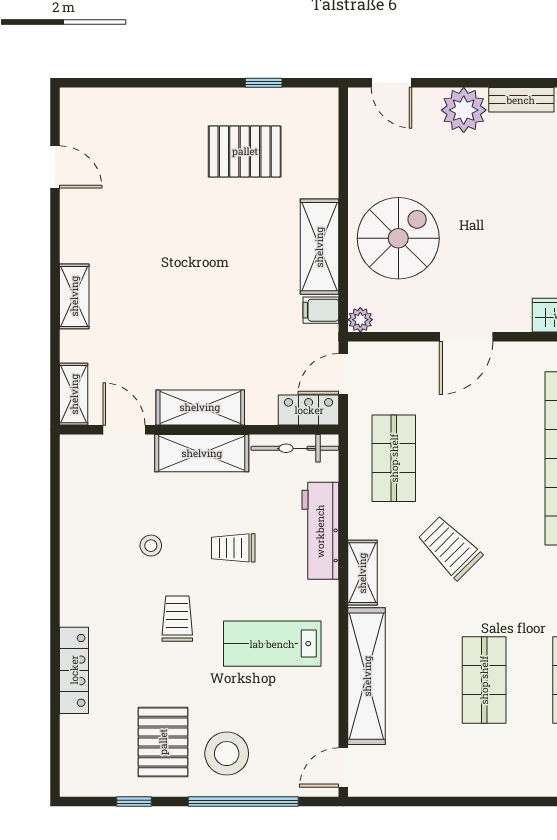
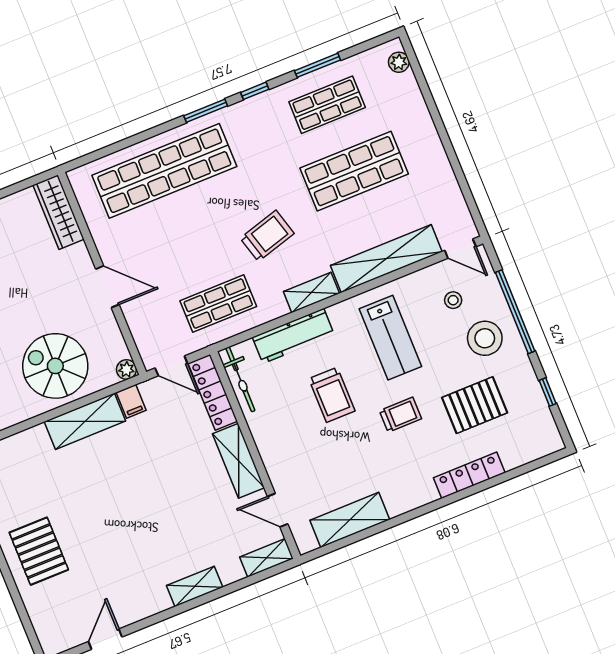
pallet: (245, 151) -> (39, 551), moved
locker: (309, 410) -> (213, 392), width x1.53
door: (124, 430) -> (278, 510), hinge flipped
shelving: (202, 453) -> (350, 520), moved, turned 90
stool: (151, 546) -> (453, 300), moved
trolley: (233, 548) -> (332, 395), width x1.36, depth x1.39
trolley: (450, 548) -> (267, 236), turned -151
trolley: (177, 619) -> (400, 415), turned 180
shop shelf: (484, 680) -> (354, 171), width x1.43, depth x1.36
pallet: (163, 742) -> (475, 405), moved

